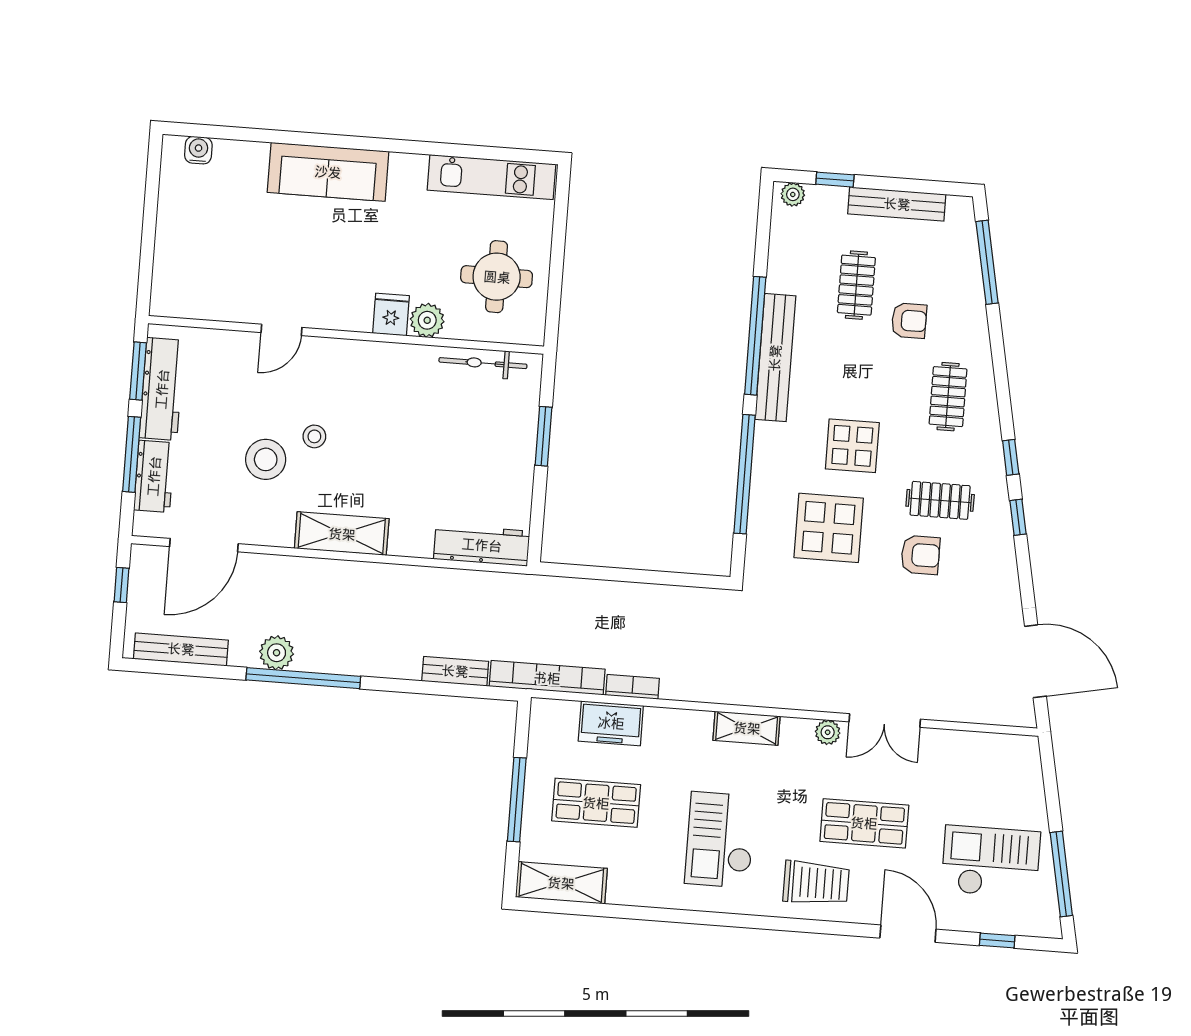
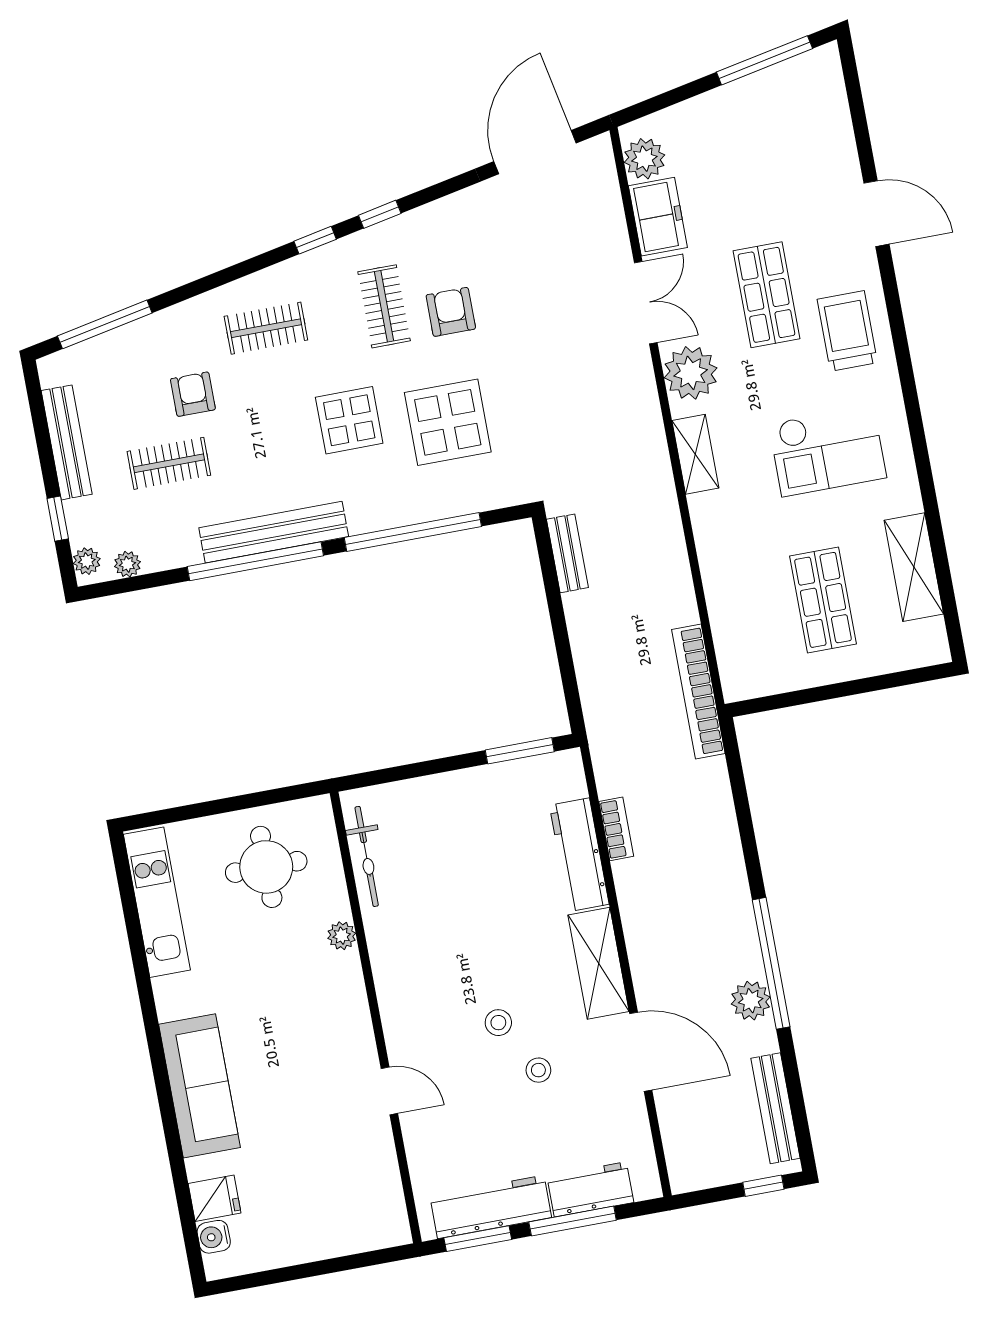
plant: (781, 228) -> (127, 564), added
fridge: (391, 314) -> (214, 1198), moved, turned 180
plant: (427, 320) -> (342, 936), width x0.73, depth x0.73
window: (543, 436) -> (520, 751), moved
stool: (266, 459) -> (538, 1070), width x0.53, depth x0.53
door: (204, 545) -> (641, 1052), moved
workbench: (482, 545) -> (579, 855), moved
window: (121, 585) -> (763, 1186), moved
bench: (455, 671) -> (567, 553), moved
bookcase: (633, 687) -> (616, 829), moved, turned 180
freezer: (611, 723) -> (658, 217), moved
plant: (828, 732) -> (691, 373), width x1.87, depth x1.87
plant: (1006, 751) -> (644, 159), added
window: (517, 800) -> (843, 689), removed
checkout: (991, 862) -> (772, 143), removed
shelving: (561, 883) -> (914, 567), moved
door: (908, 934) -> (876, 214), swing flipped
window: (997, 940) -> (858, 112), removed

